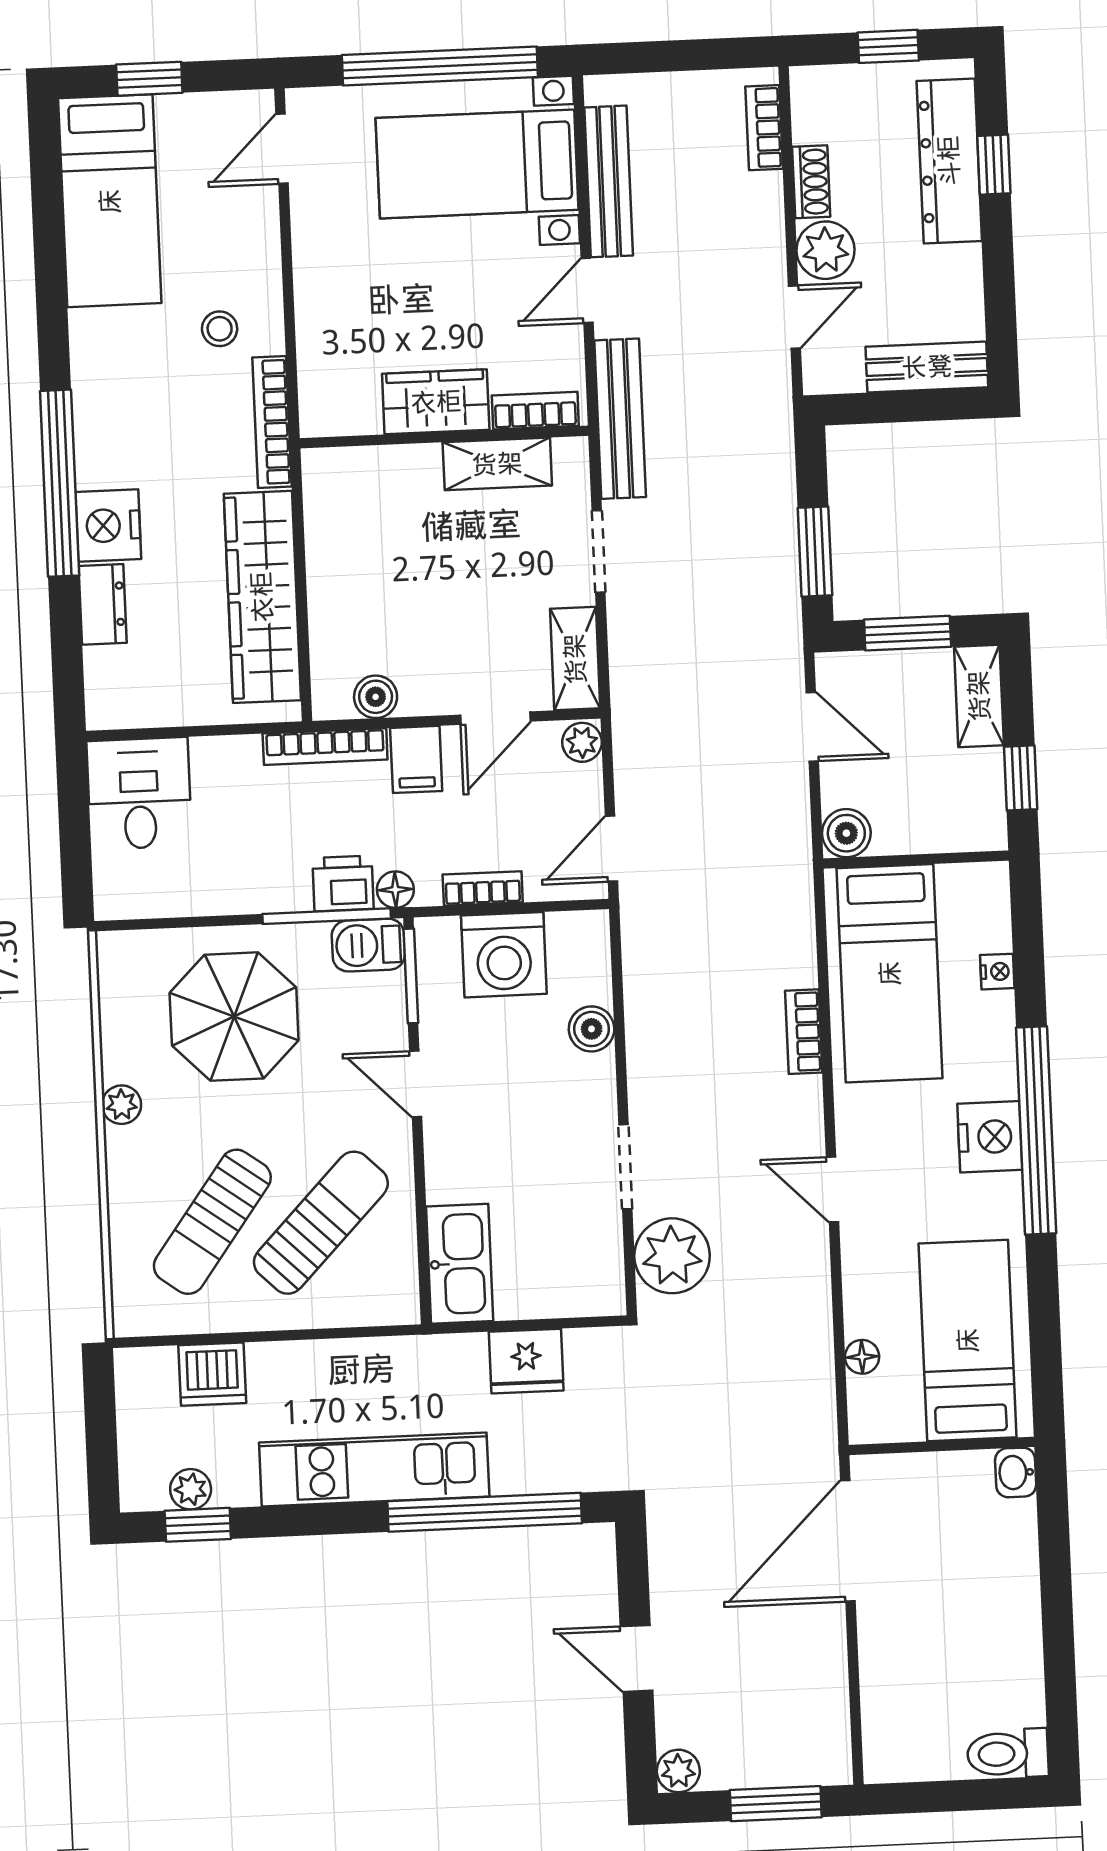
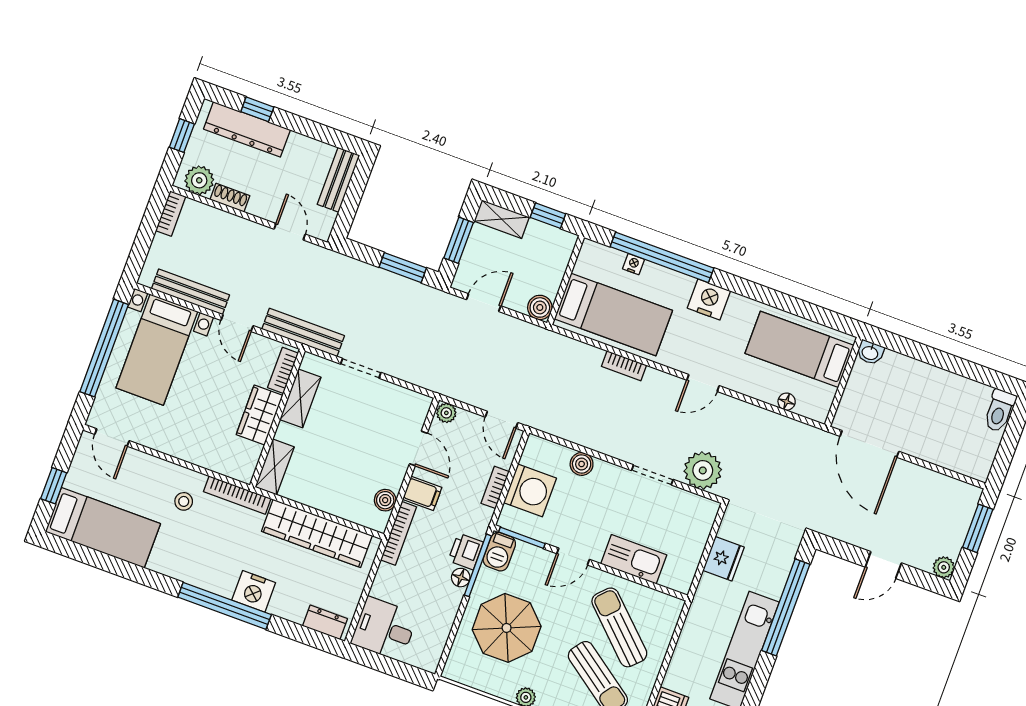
bookcase: (764, 128) -> (171, 214), moved, turned -90
plant: (826, 250) -> (199, 180), moved
dresser: (103, 604) -> (325, 622), moved
shelving: (575, 659) -> (275, 467), moved, turned 90
floor lamp: (395, 890) -> (461, 578), moved
window: (1036, 1130) -> (662, 257), moved
kitchen sink: (460, 1264) -> (634, 559), moved

